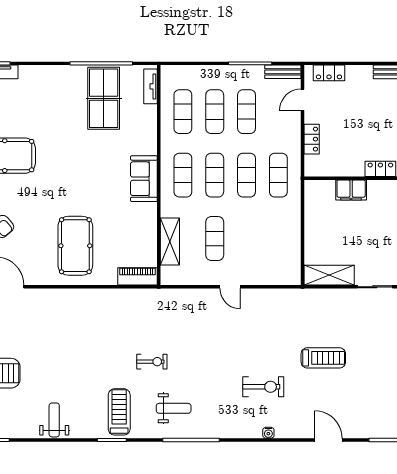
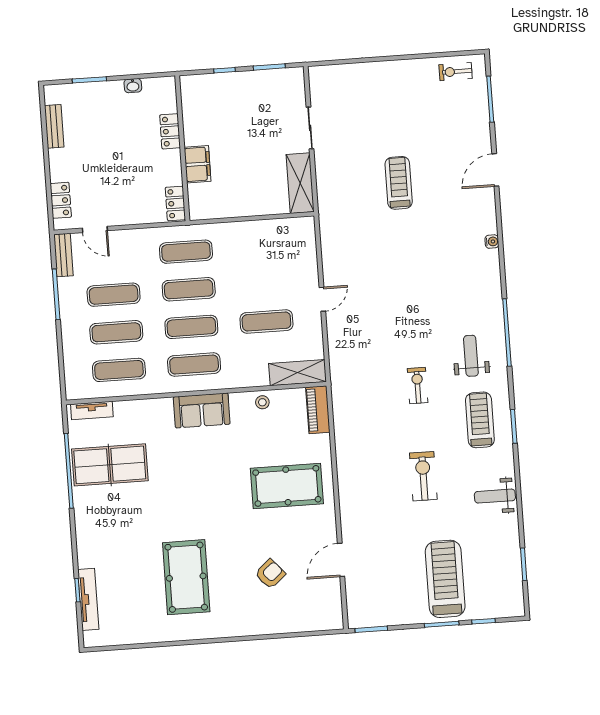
locker: (312, 139) -> (175, 203), moved, turned -90
stool: (147, 230) -> (262, 402), added
shelving: (170, 241) -> (298, 373), moved
exercise bike: (263, 387) -> (423, 476), moved
treadmill: (119, 412) -> (480, 420), turned 90

